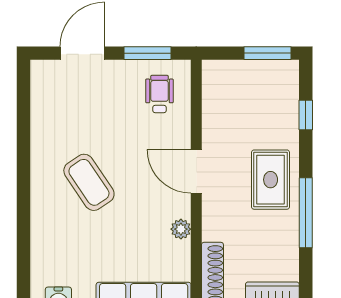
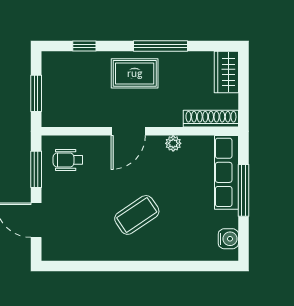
window: (267, 53) -> (36, 93), moved

